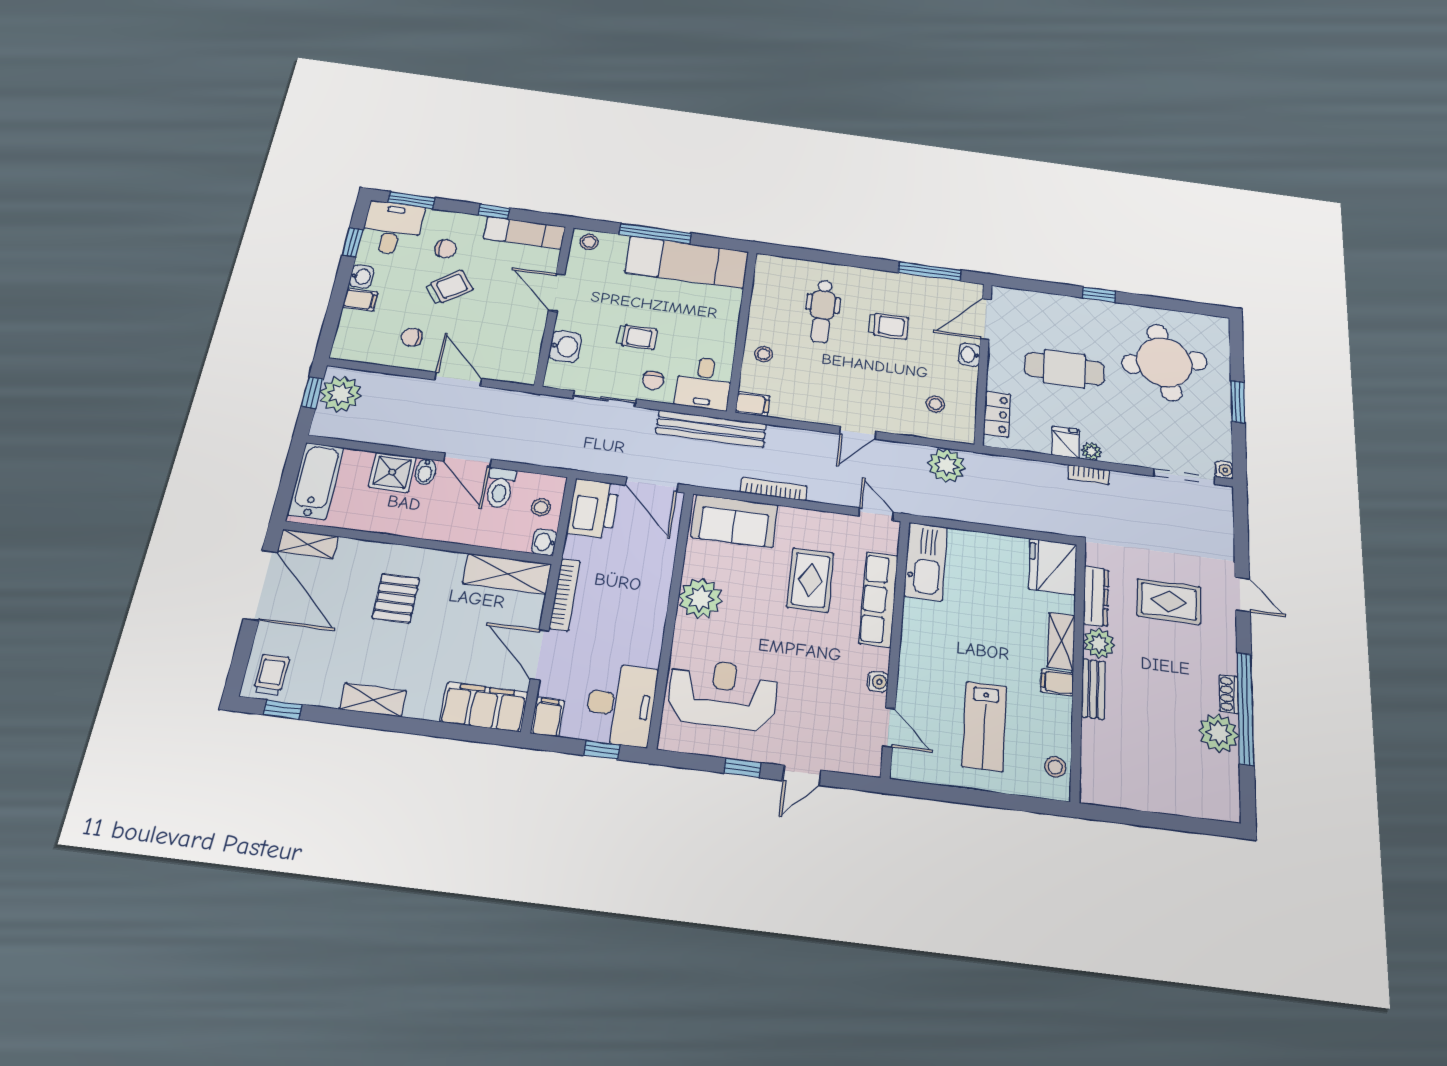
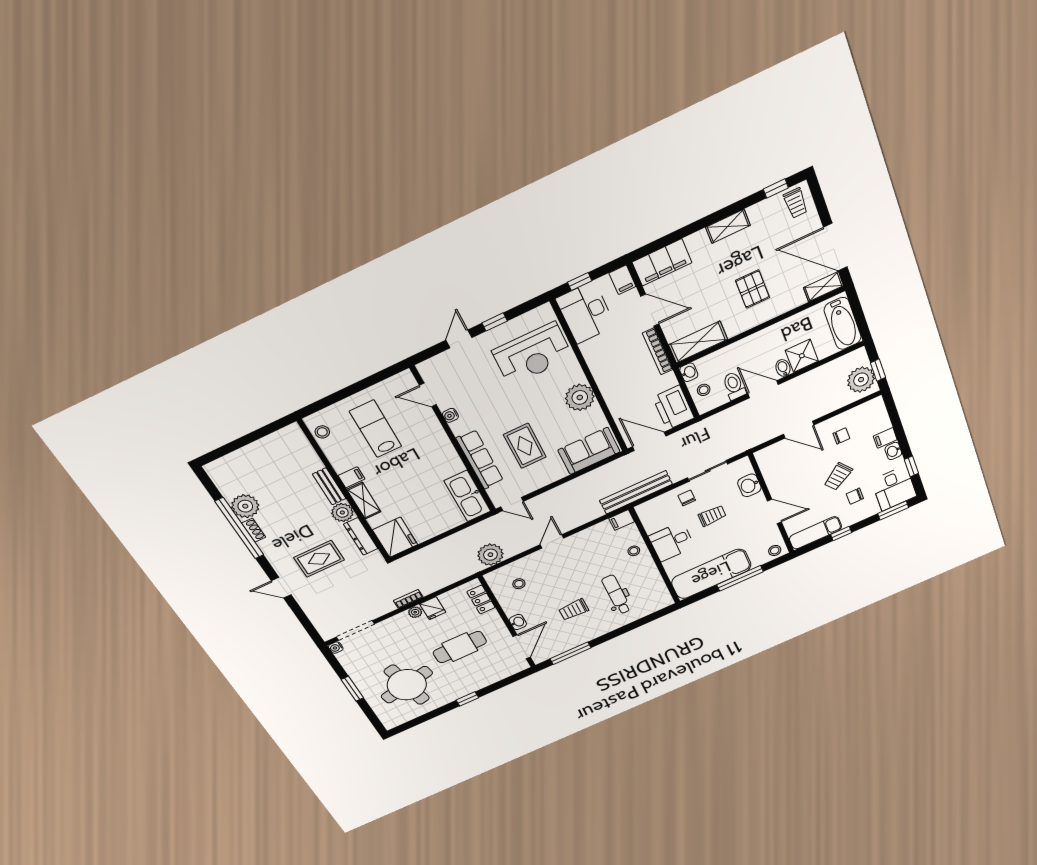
trolley: (637, 337) -> (712, 516), turned 180
desk: (704, 383) -> (672, 542), moved, turned -90
bookcase: (774, 489) -> (579, 482), removed

